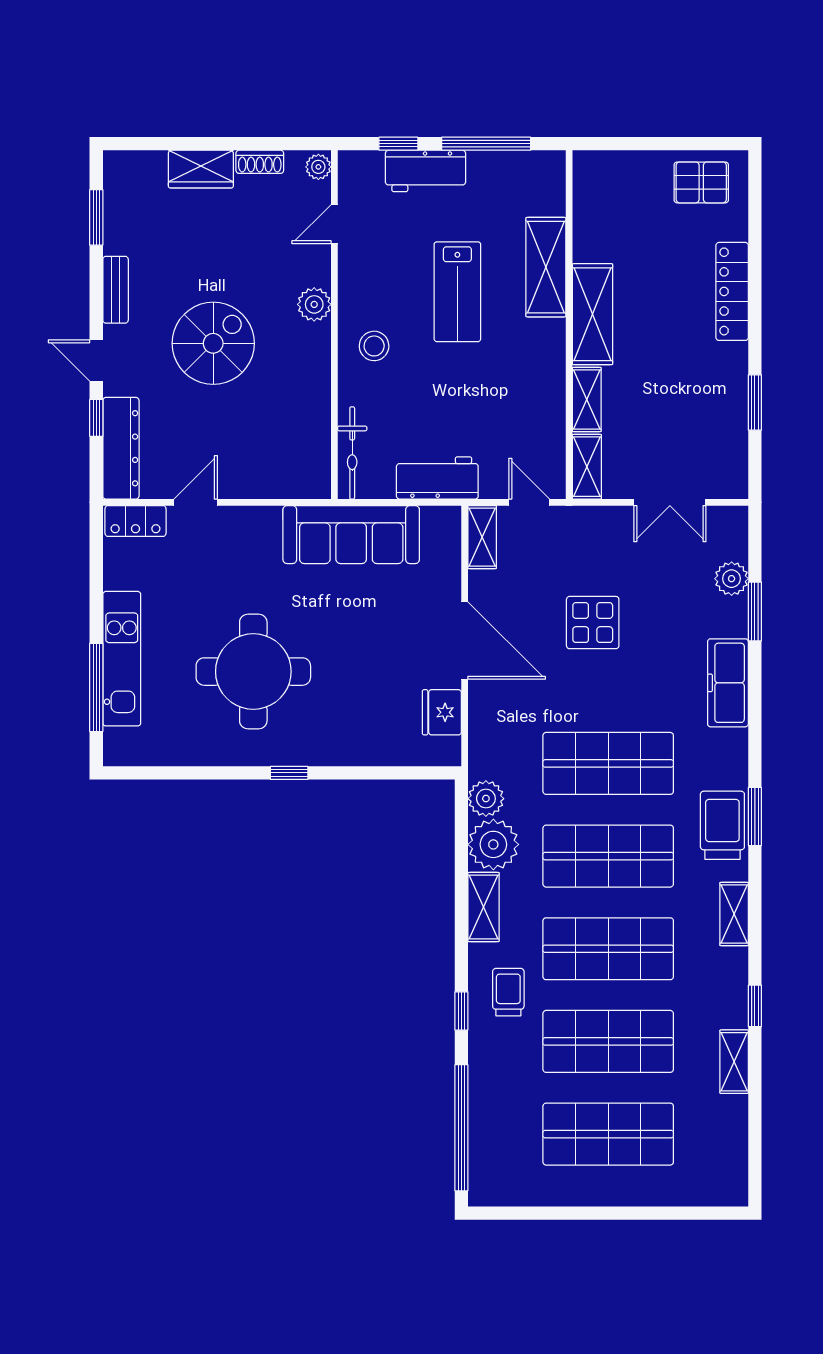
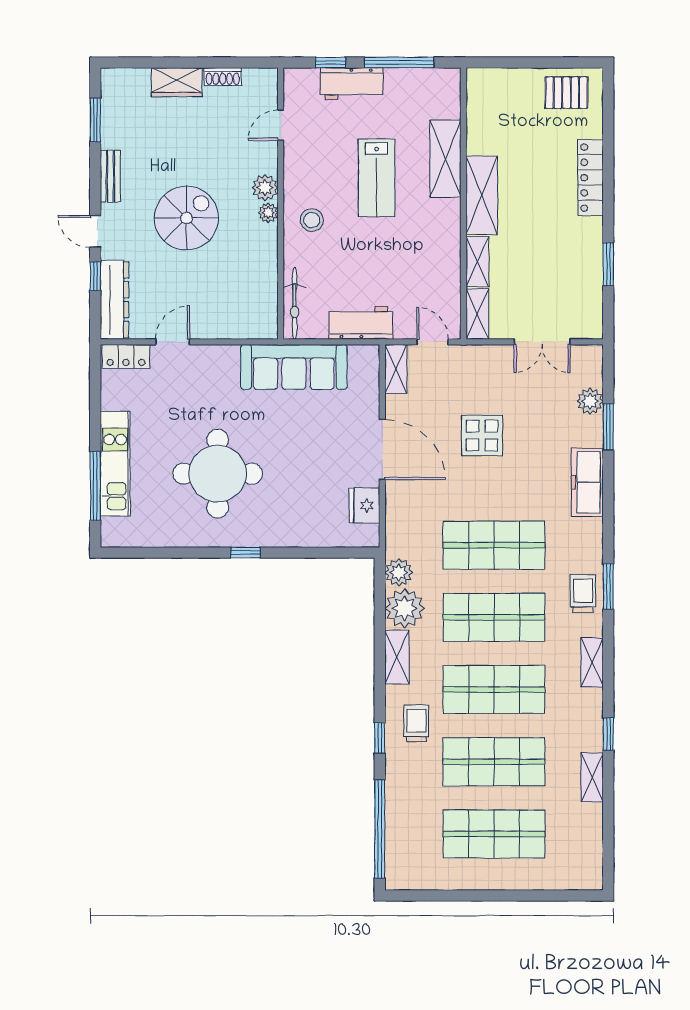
plant: (318, 167) -> (268, 213), moved
trolley: (722, 825) -> (583, 593), width x0.73, depth x0.72

